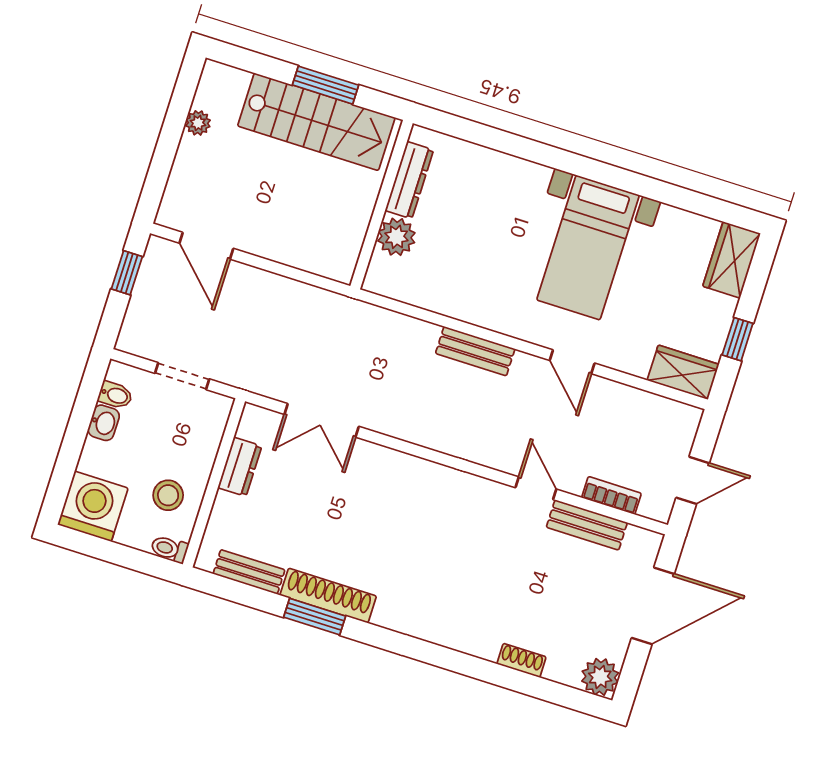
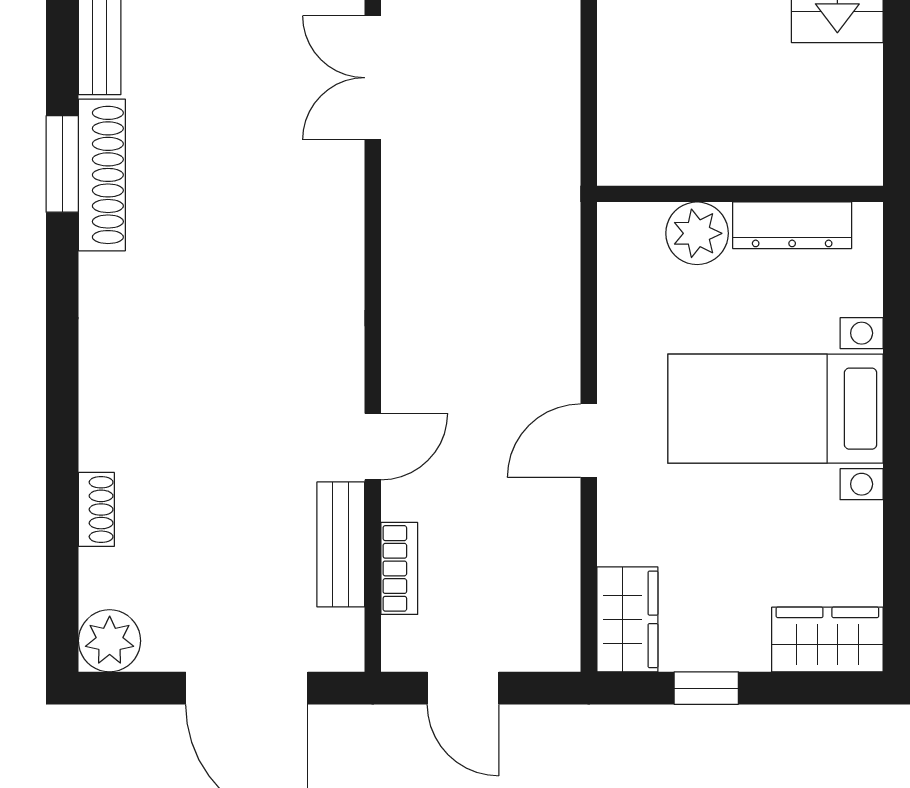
dresser: (409, 180) -> (792, 225), moved
wall: (382, 205) -> (740, 194), moved
plant: (396, 237) -> (697, 233), moved
bench: (475, 351) -> (557, 284), removed

